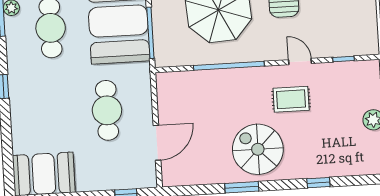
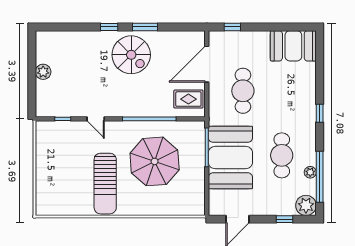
rug: (291, 99) -> (188, 99), moved
door: (157, 143) -> (207, 64), width x1.36
window: (318, 183) -> (109, 27), moved

